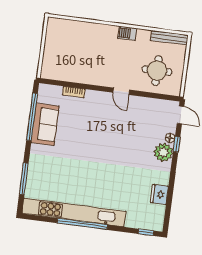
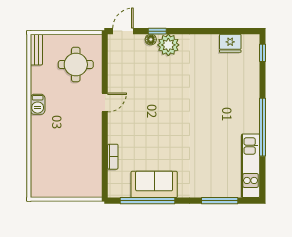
bench: (169, 38) -> (36, 50), width x0.73
fridge: (159, 194) -> (230, 43), moved
kitchen unit: (74, 212) -> (251, 166), width x0.54

